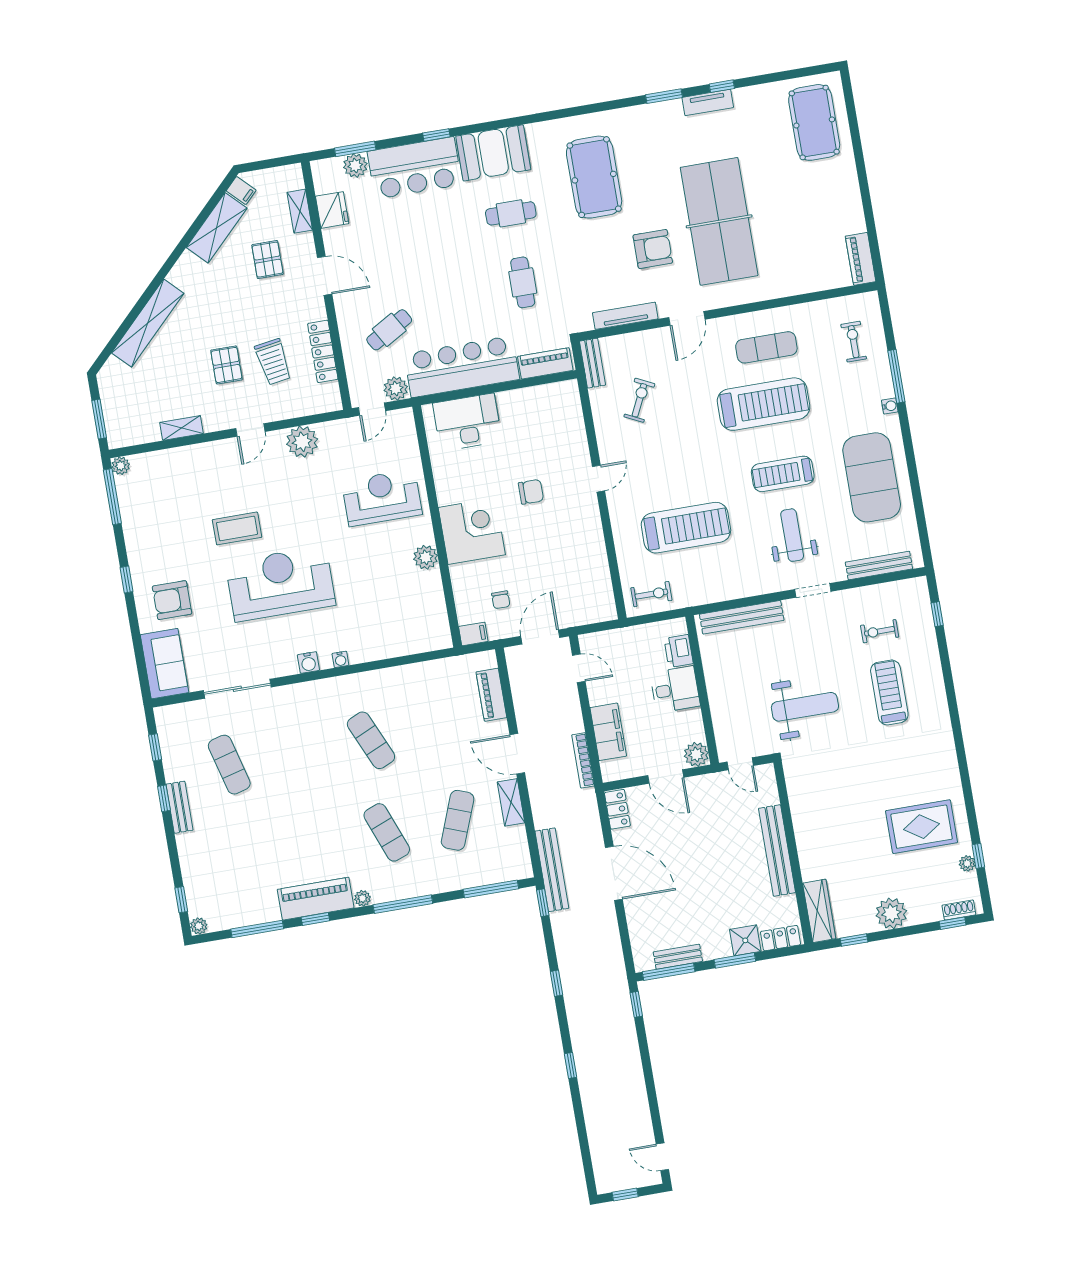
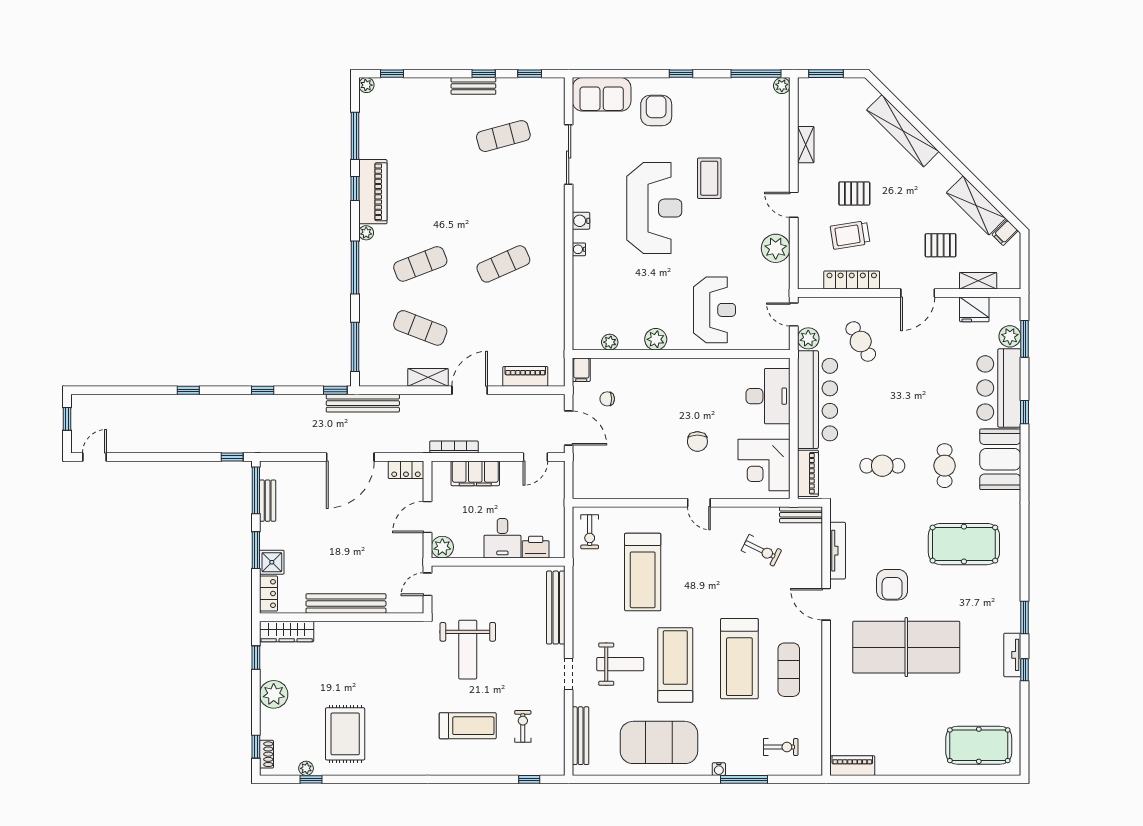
treadmill: (783, 474) -> (675, 665), width x1.37, depth x1.38
corner desk: (472, 531) -> (764, 465), moved, turned 90
plant: (437, 608) -> (610, 342), added

